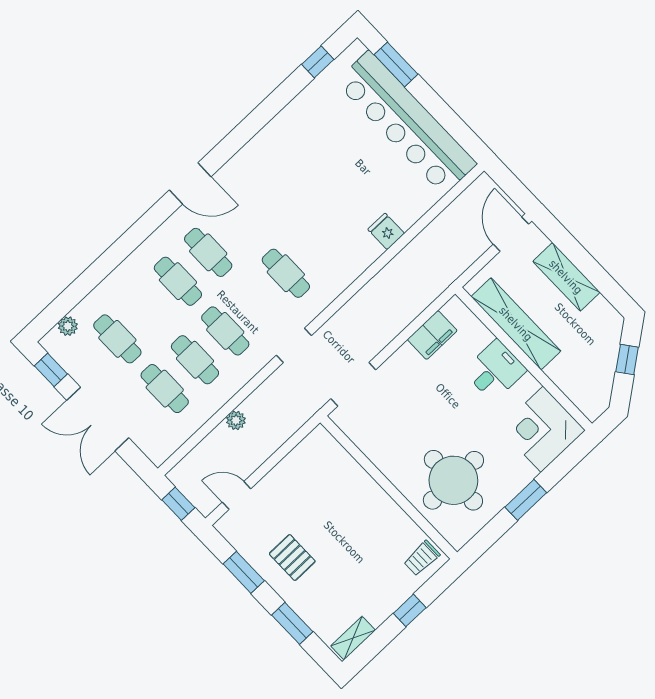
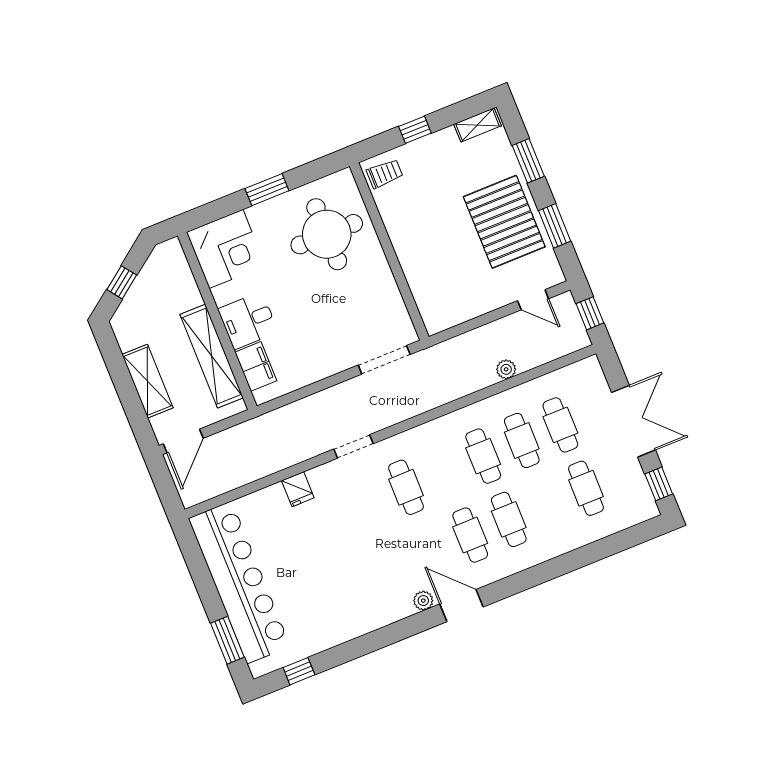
plant: (68, 326) -> (423, 601), moved
filing cabinet: (432, 335) -> (256, 366), moved, turned 90
doorway: (294, 345) -> (354, 446), moved
pallet: (292, 558) -> (504, 222), width x2.05, depth x2.00

